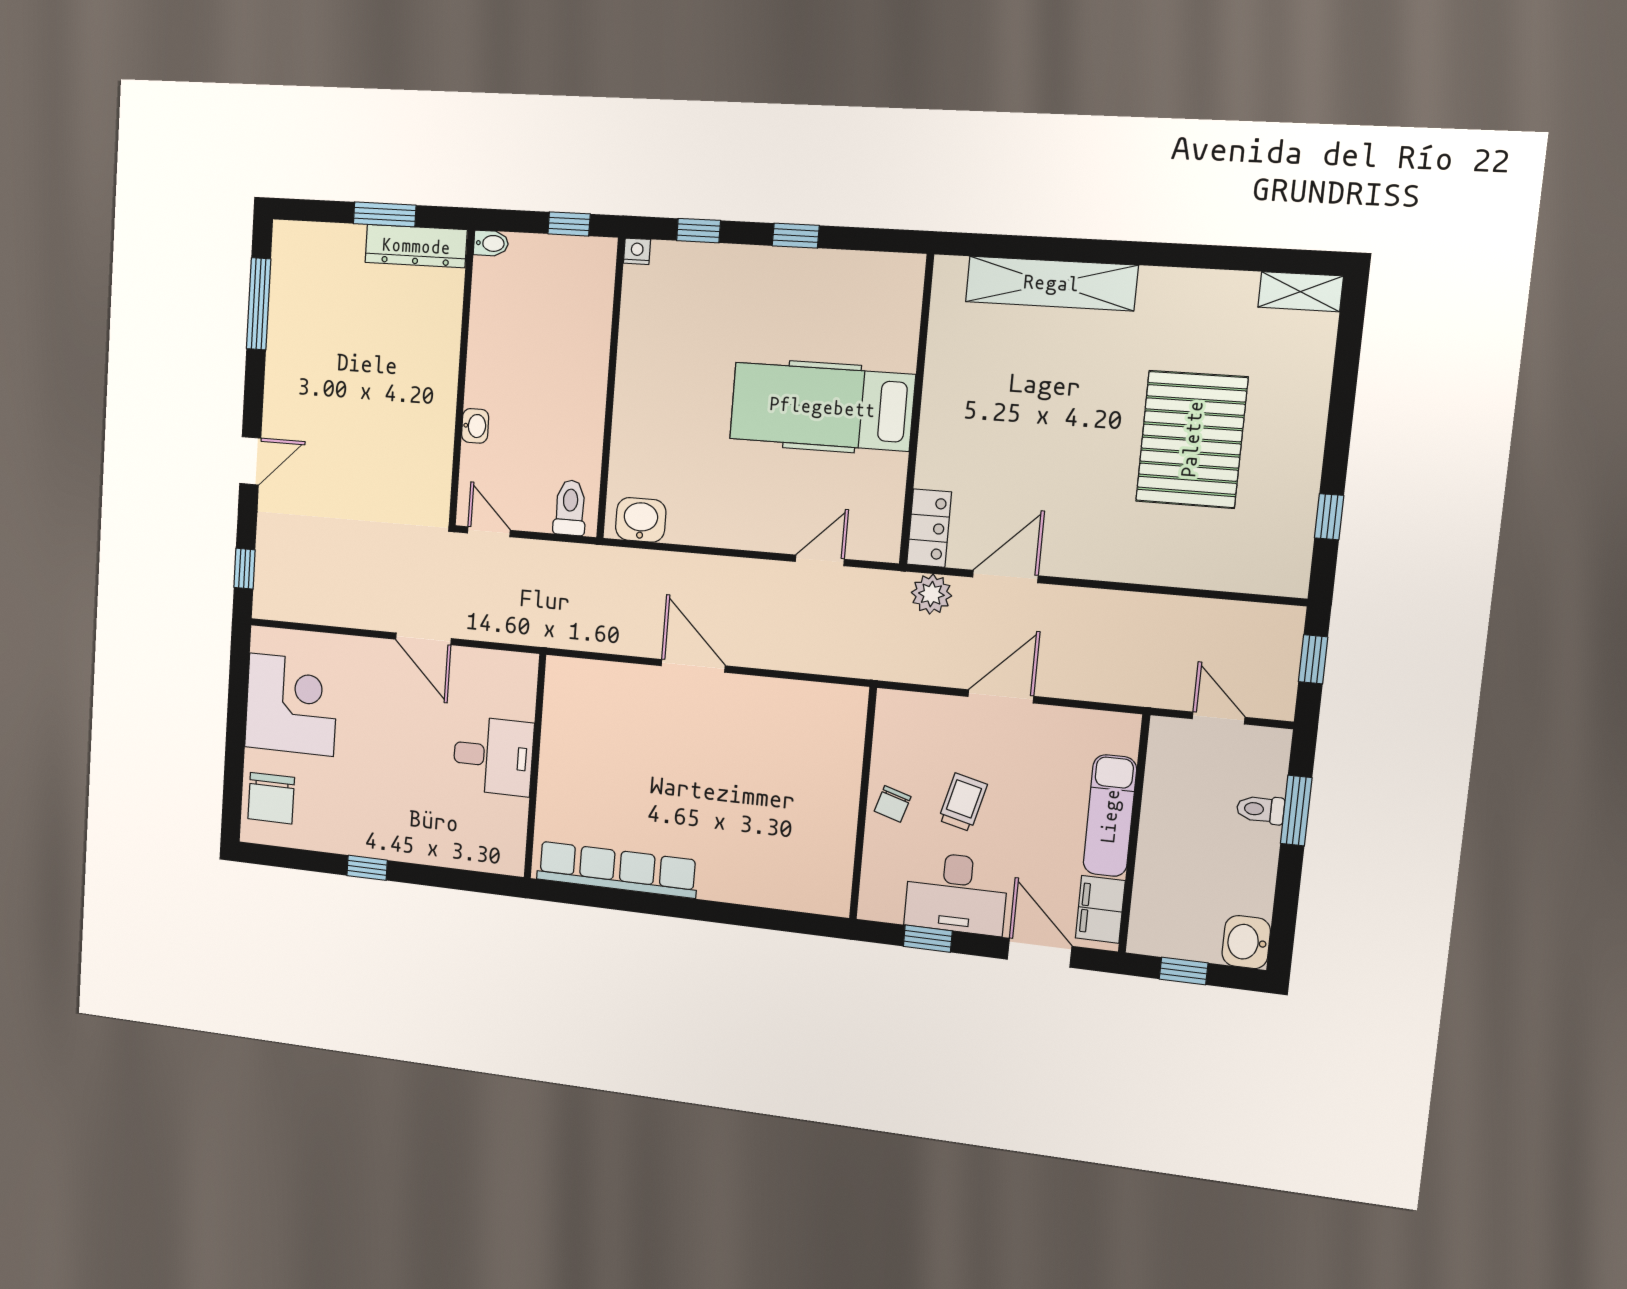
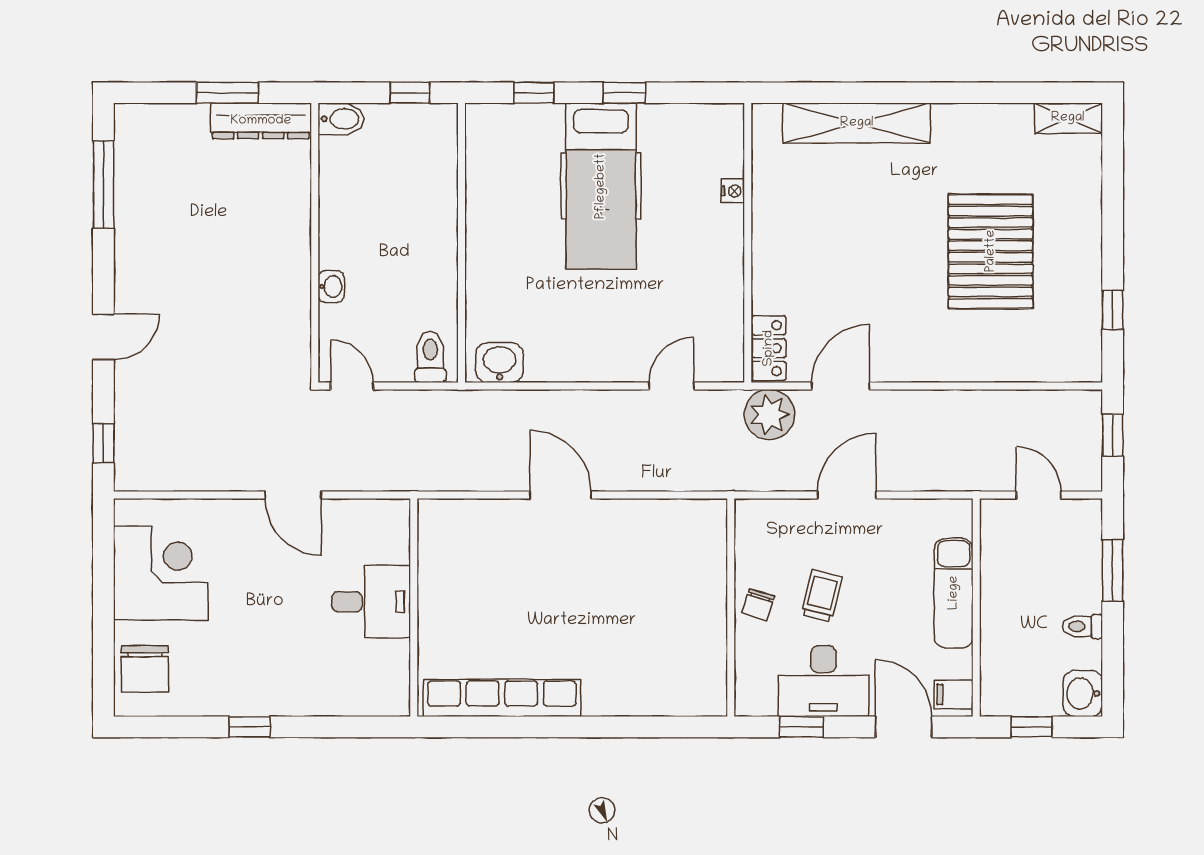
bidet: (491, 243) -> (341, 119), width x1.38, depth x1.36
nightstand: (637, 251) -> (733, 191), moved, turned 90
hospital bed: (822, 407) -> (601, 186), moved, turned -90
plant: (931, 594) -> (769, 415), width x1.36, depth x1.36
toilet: (1260, 809) -> (1082, 626), moved
filing cabinet: (1100, 909) -> (953, 694), width x0.50

